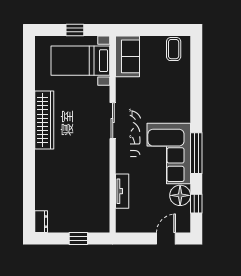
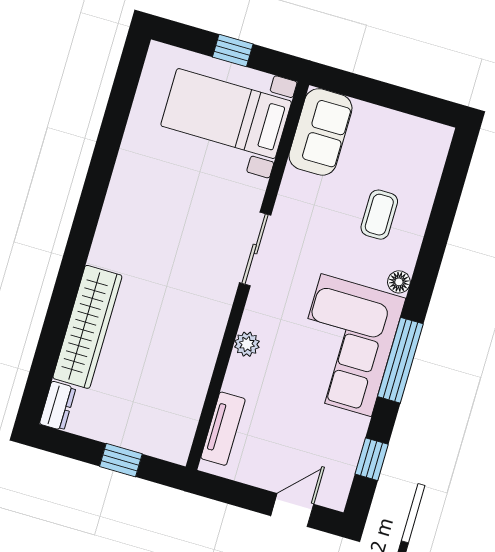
coffee table: (174, 49) -> (379, 215), moved
wardrobe: (44, 120) -> (87, 327), moved
plant: (122, 167) -> (247, 344), added
tv unit: (122, 191) -> (223, 429), moved
floor lamp: (180, 195) -> (399, 282), moved, width x0.53, depth x0.53

